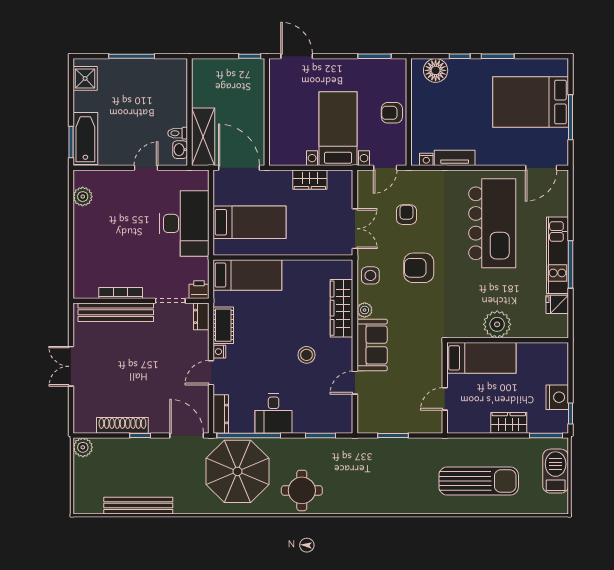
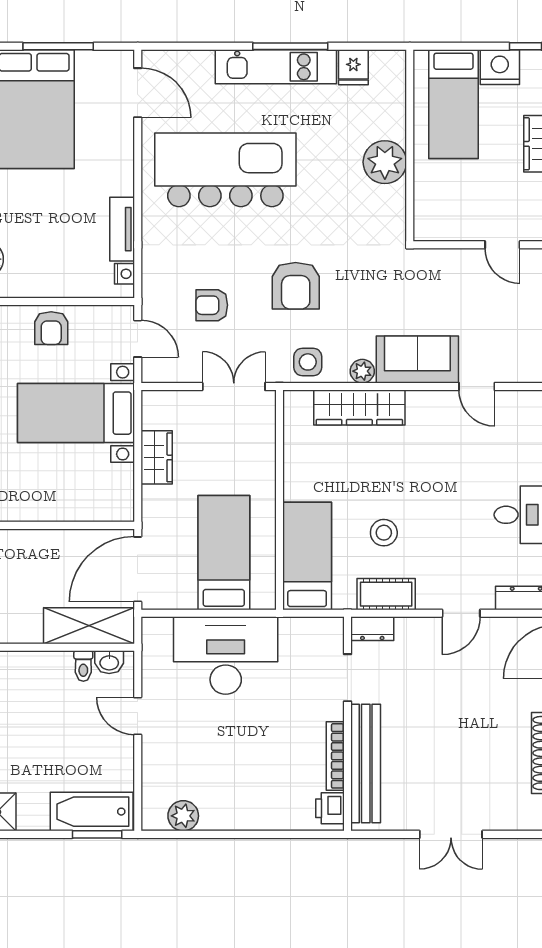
printer: (199, 290) -> (330, 808), moved
nightstand: (219, 352) -> (428, 600), removed
stool: (306, 355) -> (384, 533), moved
bed: (481, 358) -> (454, 104), moved, turned 180
door: (211, 373) -> (461, 613), hinge flipped

